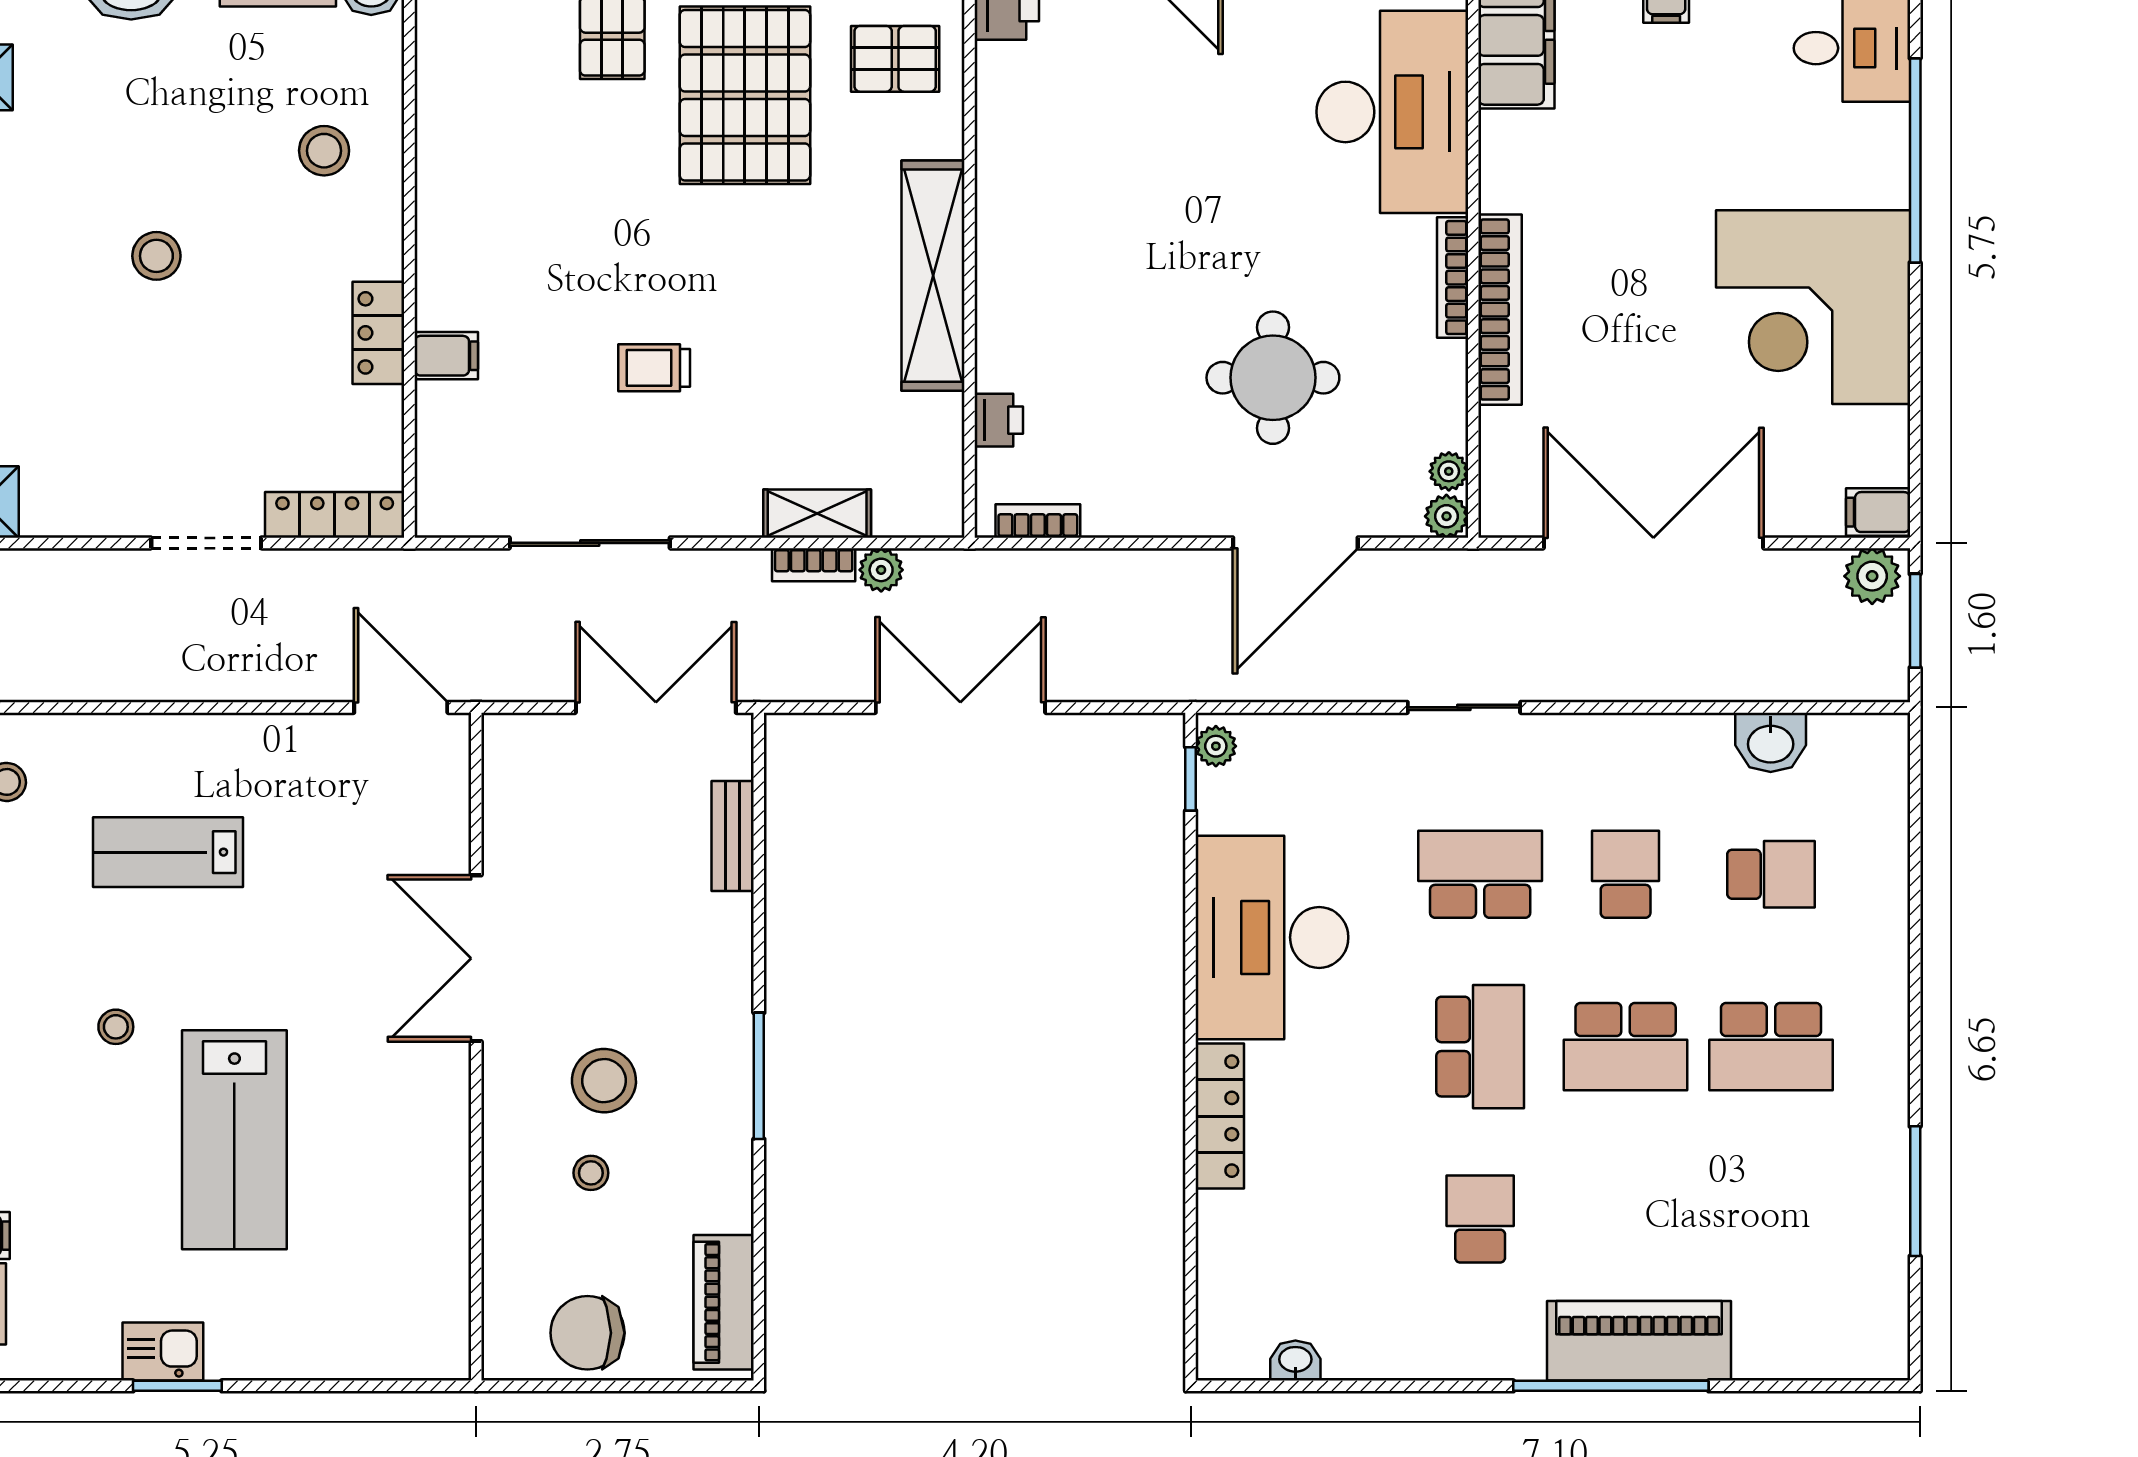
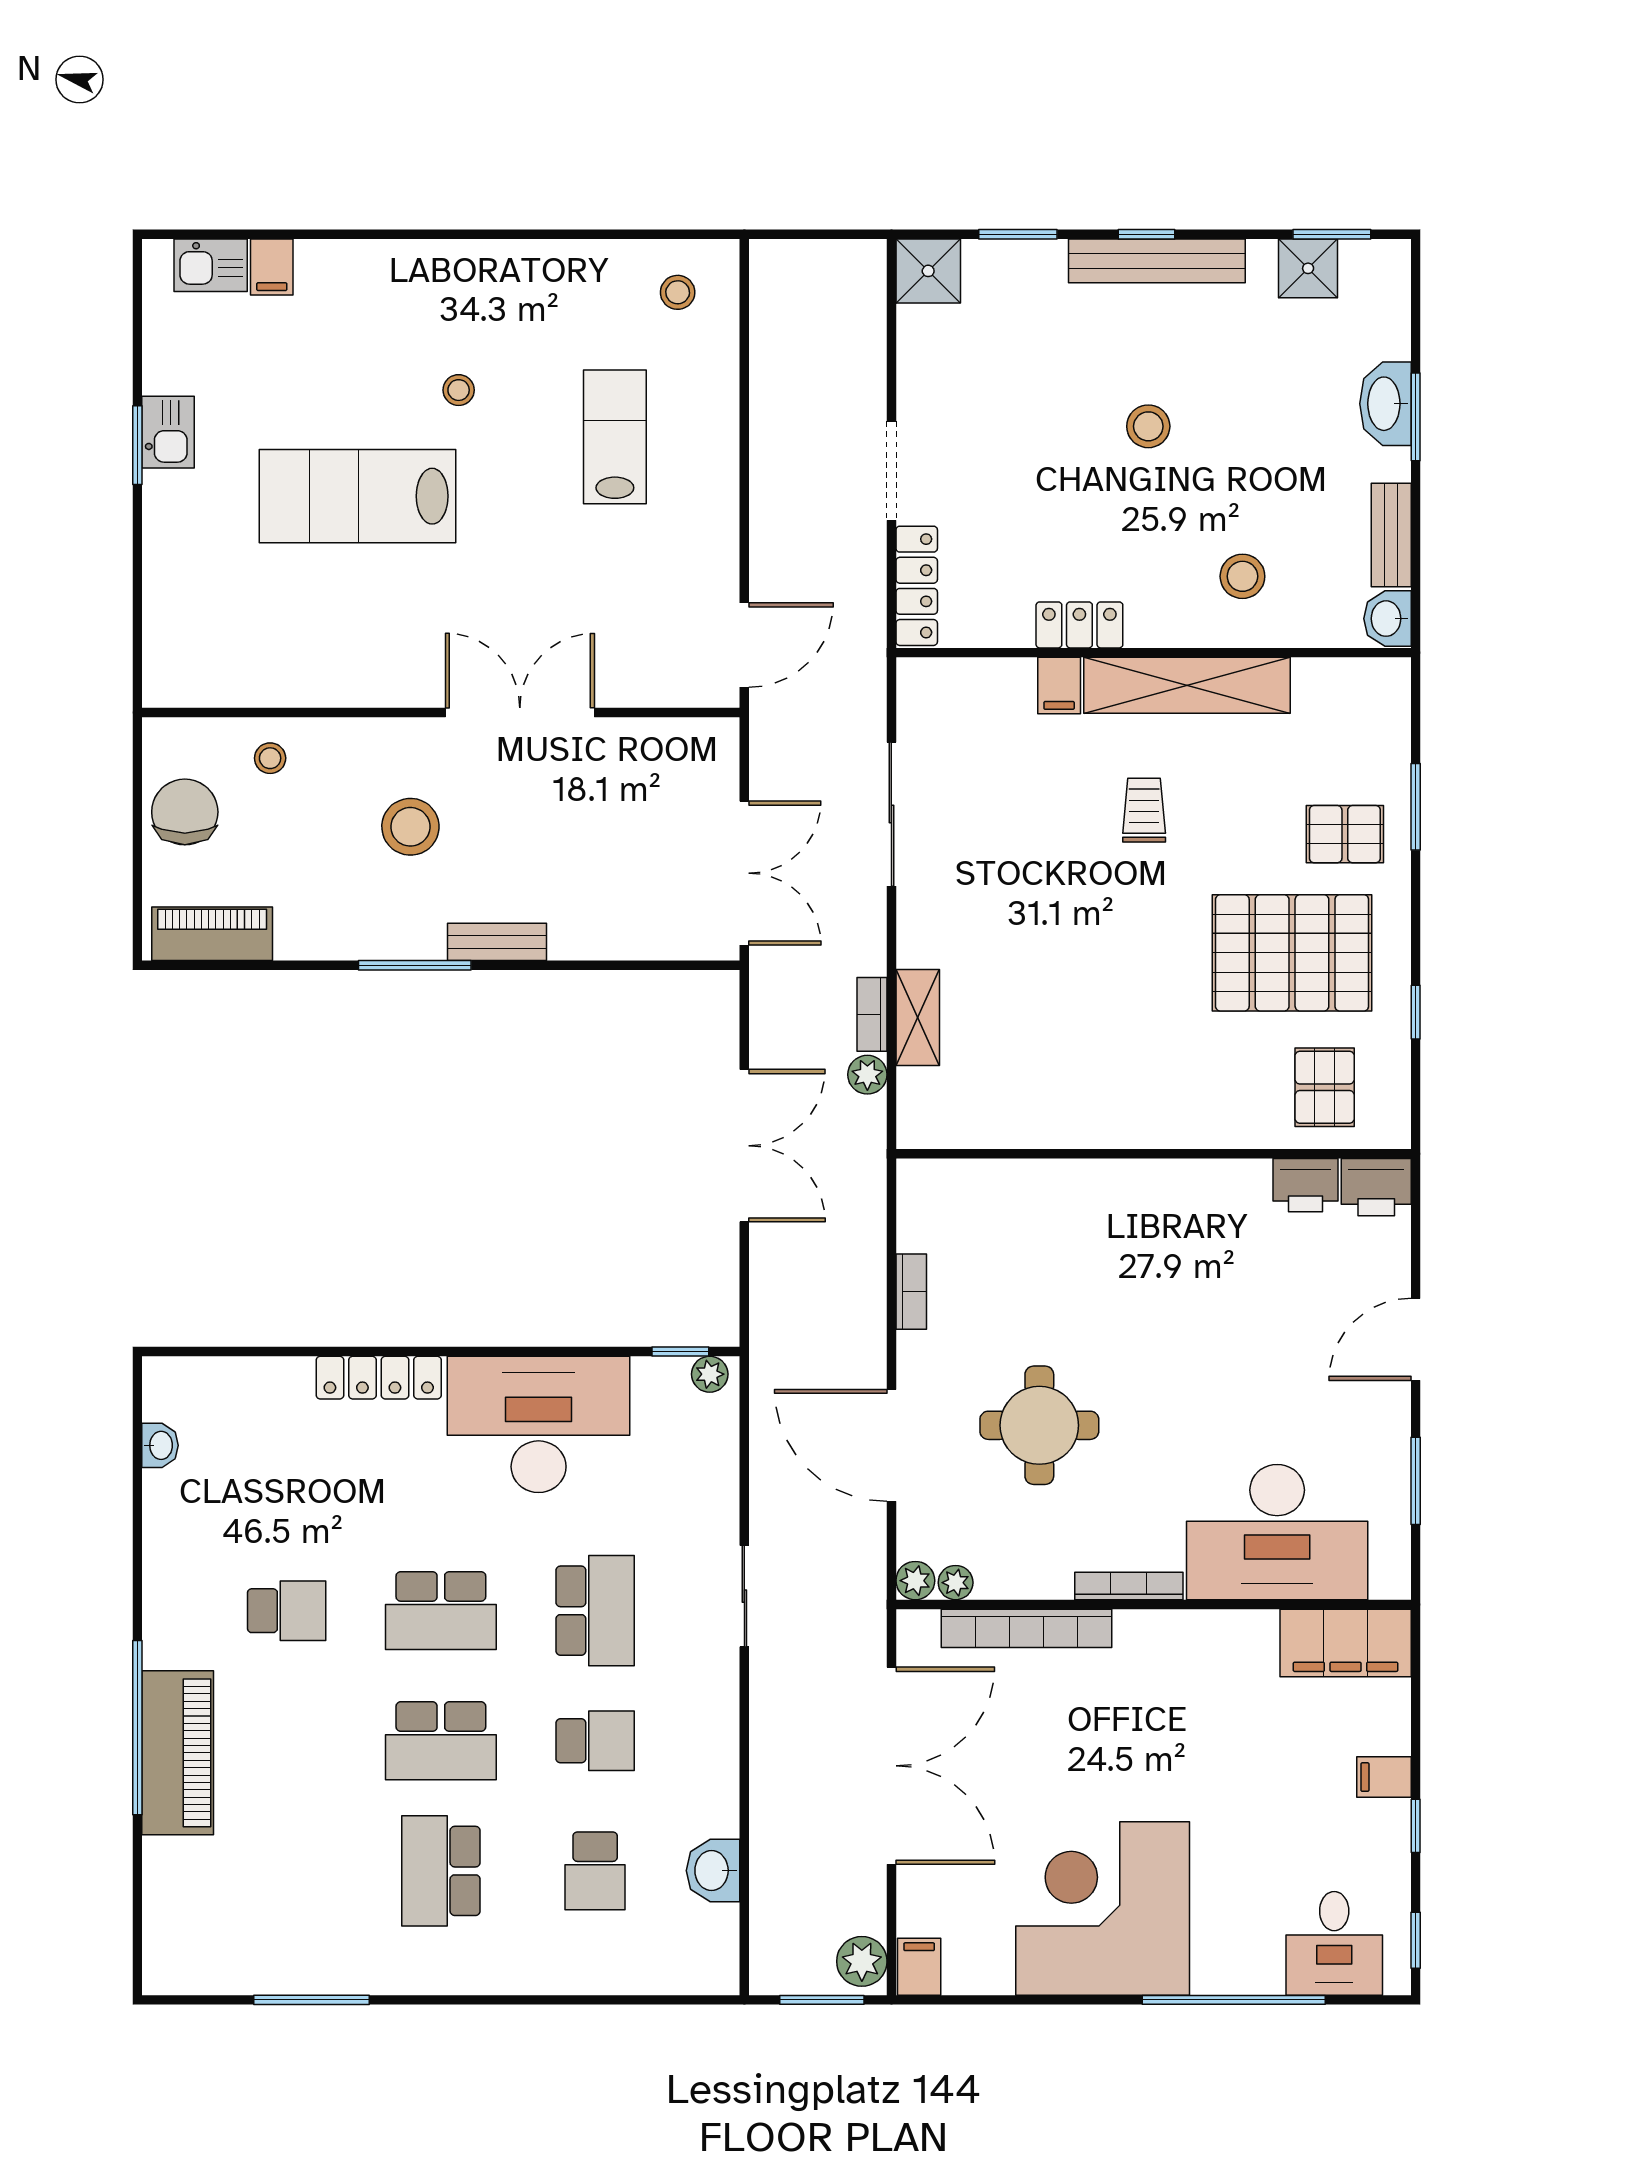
shelving: (933, 276) -> (1187, 685), moved
bookcase: (1500, 310) -> (1027, 1628), moved
trolley: (654, 368) -> (1144, 810), moved
printer: (999, 420) -> (1306, 1185), moved, width x1.36, depth x1.24
bookcase: (1038, 521) -> (911, 1292), moved
bench: (733, 836) -> (497, 942), moved
school desk: (1626, 1047) -> (441, 1741), turned -90
stool: (591, 1173) -> (270, 758), moved

